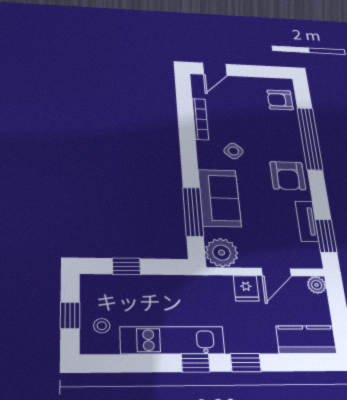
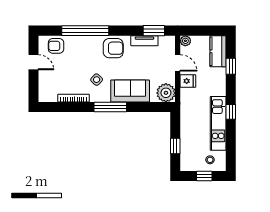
door: (215, 69) -> (34, 62), moved
armchair: (280, 100) -> (56, 46), turned 90
window: (193, 212) -> (110, 107), moved
window: (246, 363) -> (231, 66), moved

